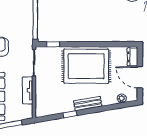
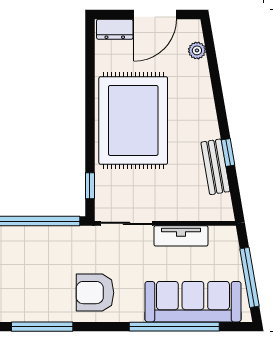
bench: (88, 104) -> (215, 167), moved

